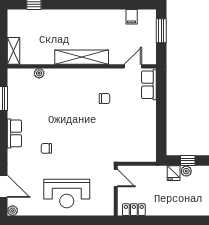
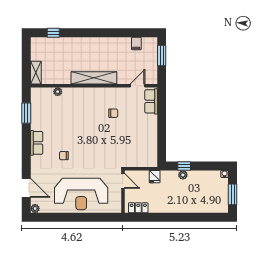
fridge: (174, 173) -> (155, 177), moved
reception desk: (67, 193) -> (81, 194), width x1.36, depth x1.30

